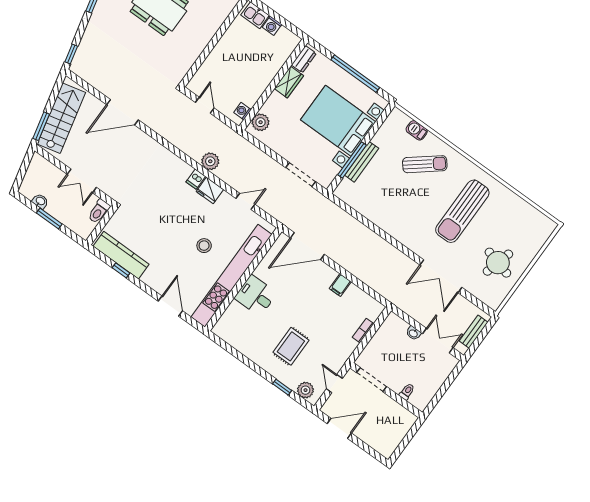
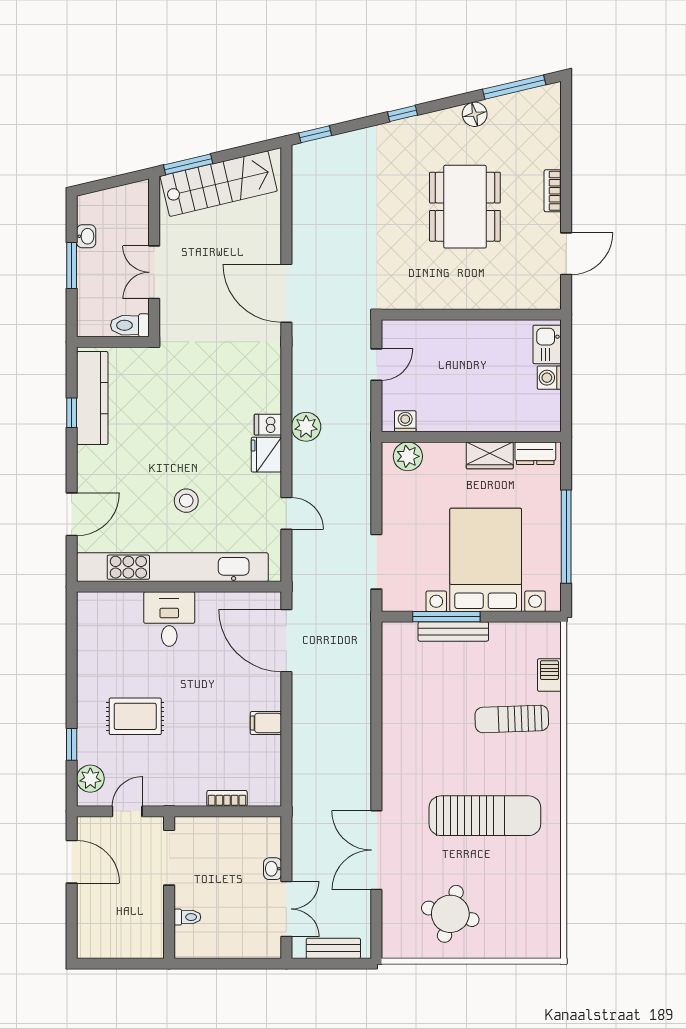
door: (122, 112) -> (286, 293), moved
sun lounger: (425, 164) -> (512, 719), turned 127
sun lounger: (462, 211) -> (485, 816), turned 180

